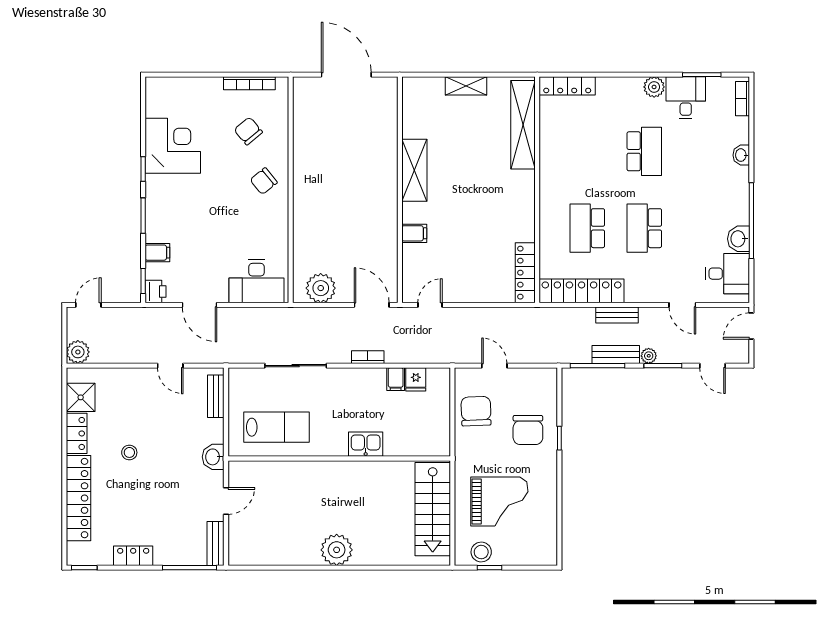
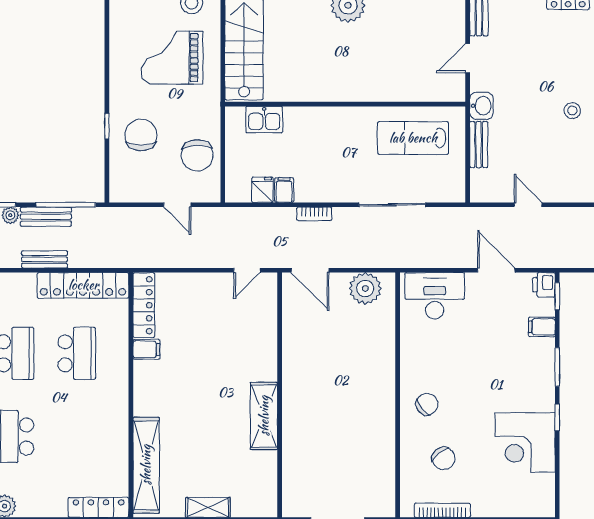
filing cabinet: (414, 233) -> (146, 349), moved, turned 180
bench: (216, 396) -> (479, 145), moved
kitchen sink: (366, 444) -> (264, 120), moved

